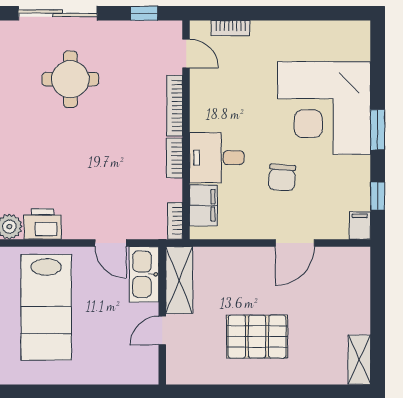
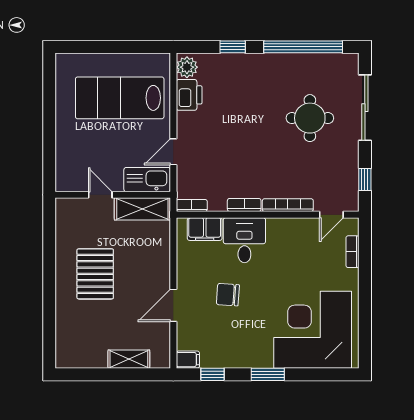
corner desk: (324, 108) -> (313, 330), moved
door: (295, 243) -> (173, 305), hinge flipped
shelving: (359, 360) -> (129, 359), moved

